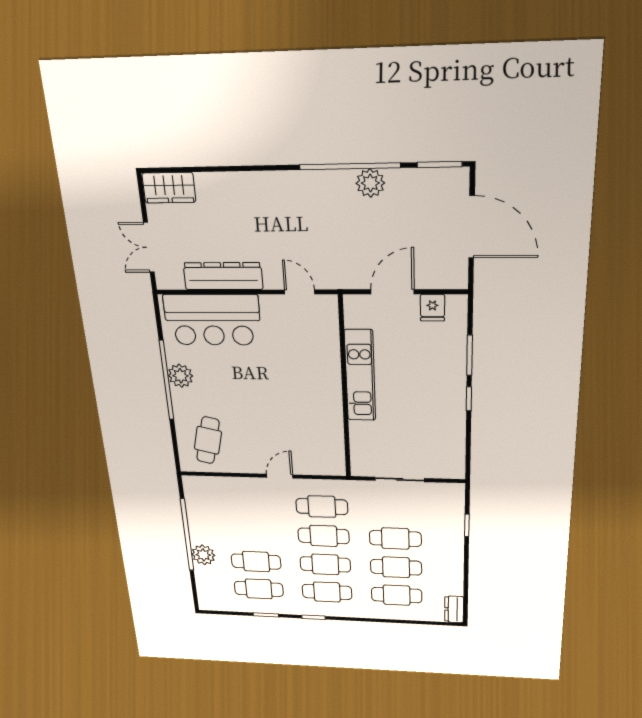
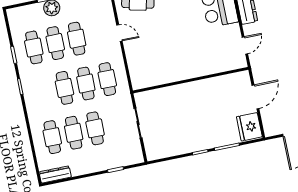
door: (392, 292) -> (255, 97), hinge flipped
fridge: (432, 308) -> (249, 127), width x1.88, depth x1.34
kitchen unit: (360, 375) -> (201, 88), removed
door: (280, 476) -> (119, 33), moved
cafe table: (327, 592) -> (77, 39), moved
dresser: (454, 609) -> (55, 174), width x1.44

